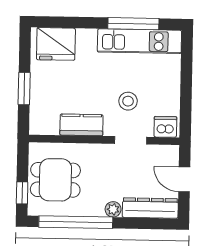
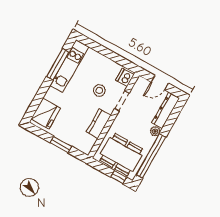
dining table: (55, 180) -> (121, 155), width x1.38

